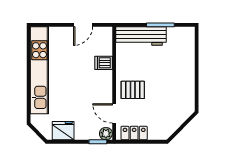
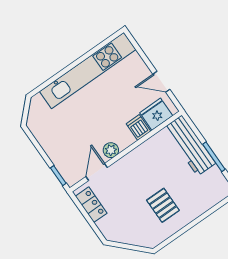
pallet: (133, 90) -> (163, 205), moved
fridge: (63, 131) -> (156, 114), moved, turned -90
plant: (106, 134) -> (111, 150), moved

